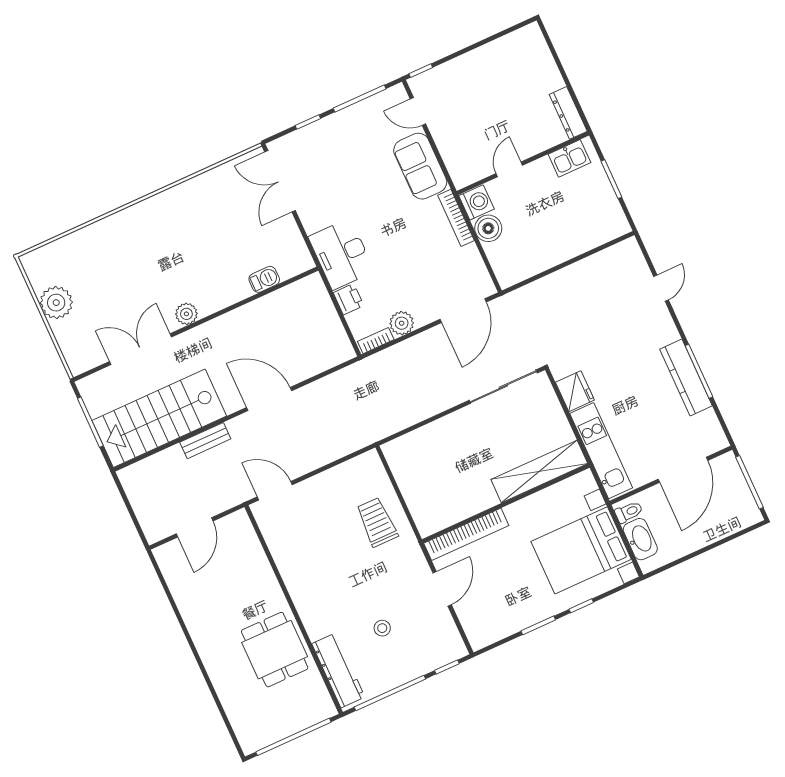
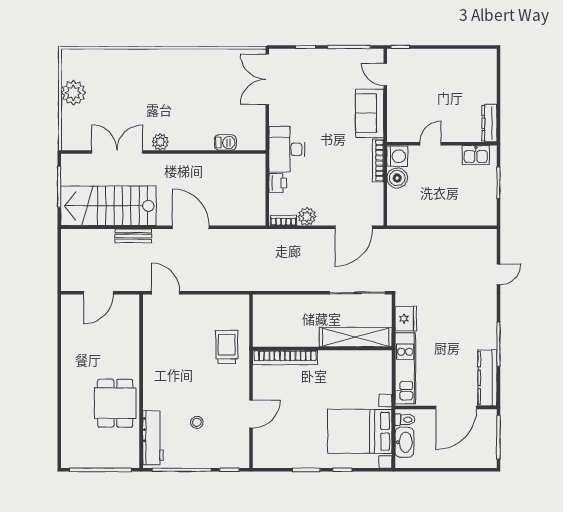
kitchen counter: (686, 377) -> (487, 378), moved
shelving: (539, 472) -> (356, 337), moved
wall: (506, 503) -> (322, 349), moved
bookcase: (466, 534) -> (285, 358), moved

